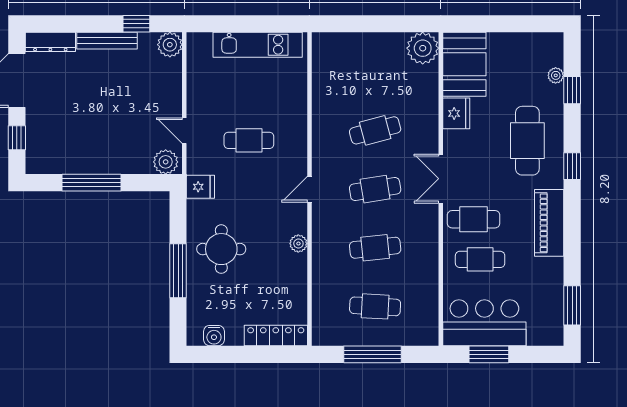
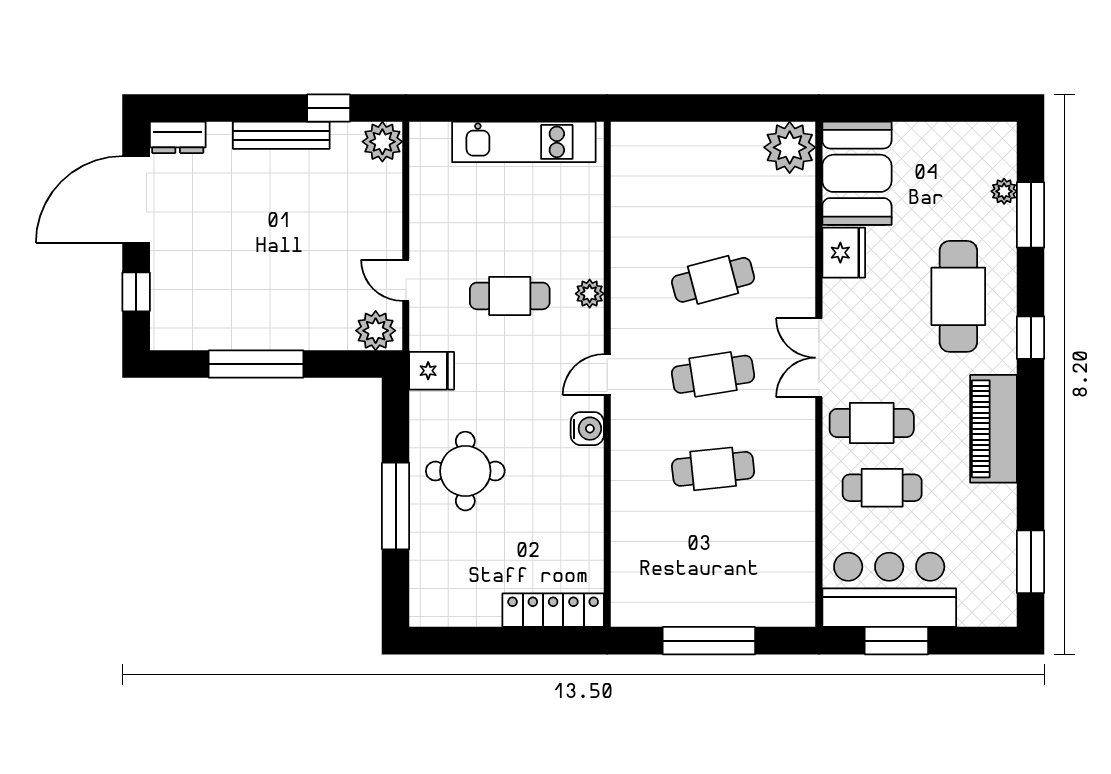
dresser: (50, 42) -> (178, 137), width x0.70
window: (572, 90) -> (1031, 215), width x1.50
plant: (298, 244) -> (590, 294), moved
cafe table: (375, 306) -> (713, 563), removed
water cooler: (214, 336) -> (587, 429), moved, turned -90

